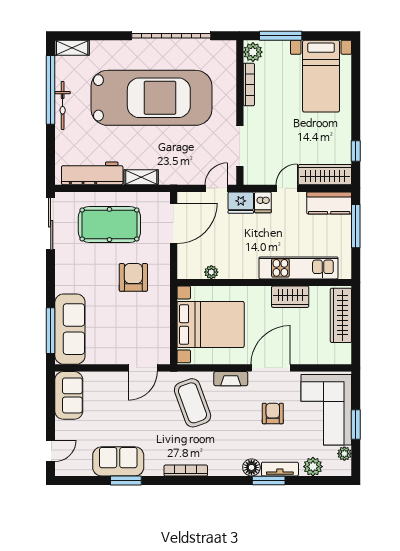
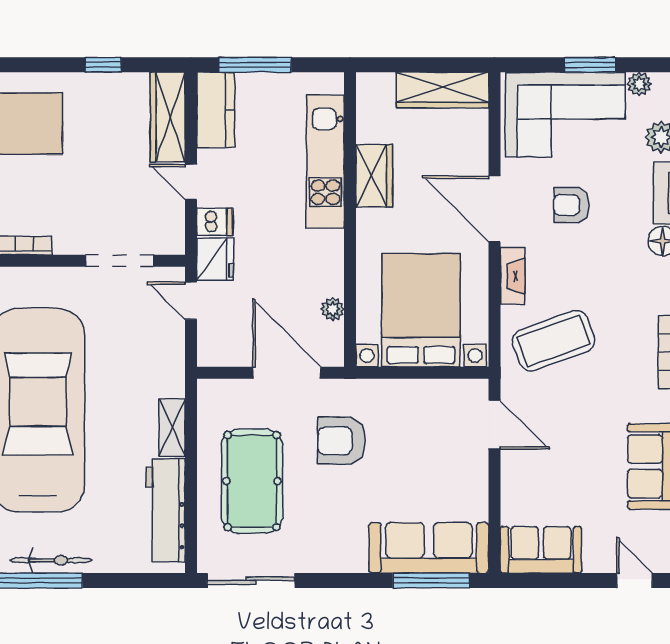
window: (356, 151) -> (103, 65), moved
door: (174, 223) -> (287, 373), moved
wardrobe: (341, 315) -> (443, 90), moved

